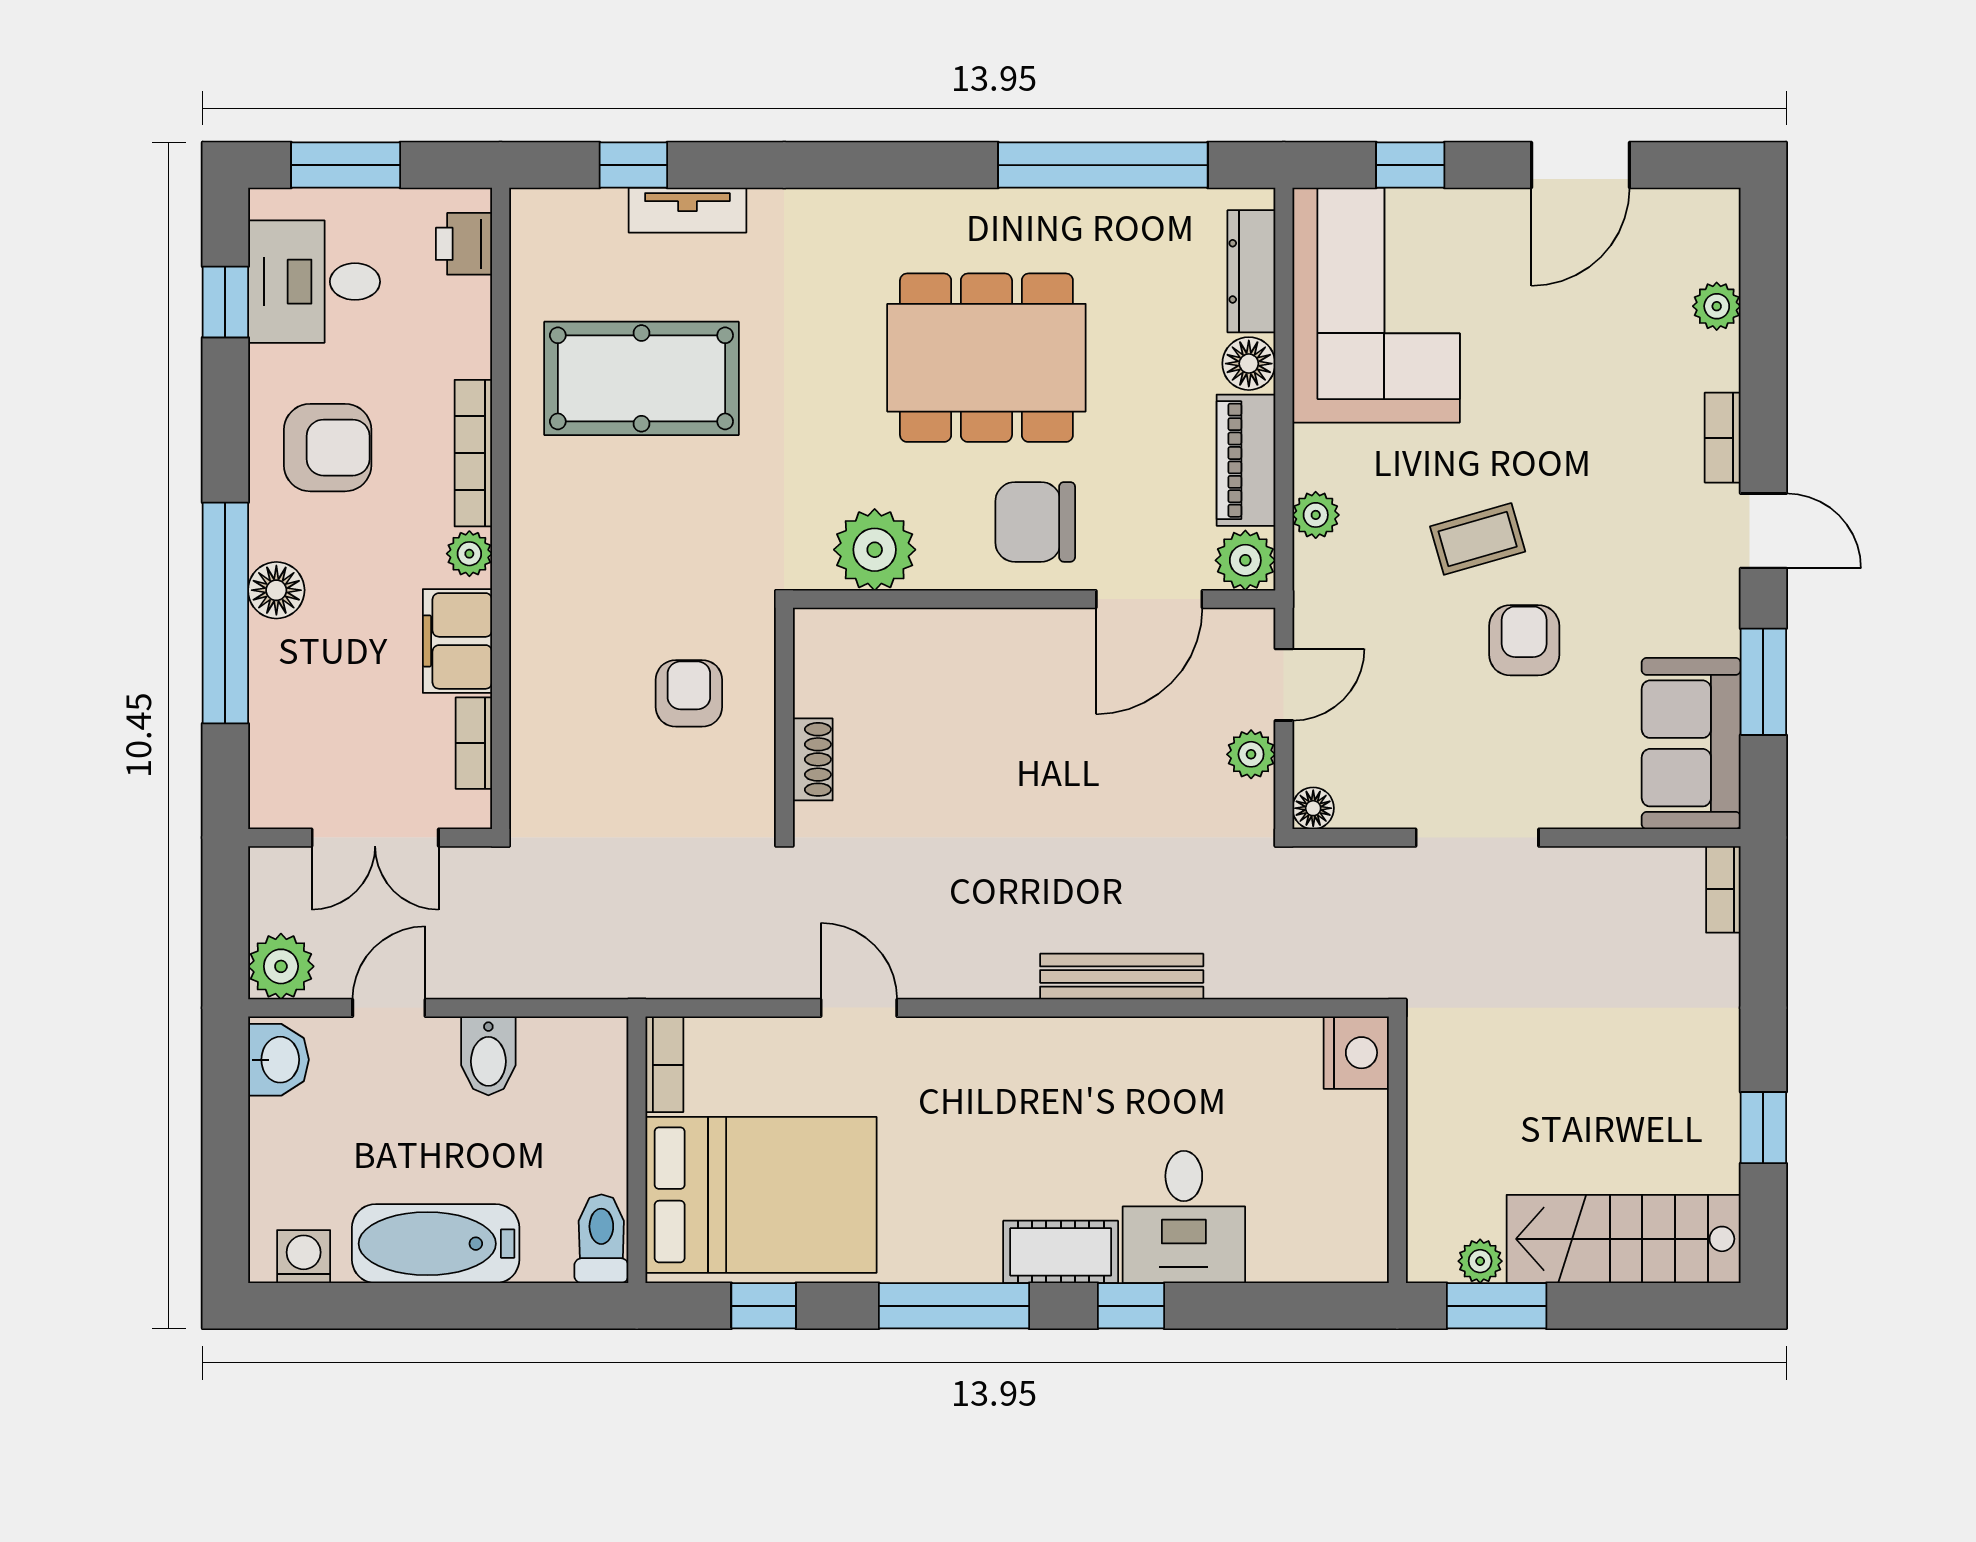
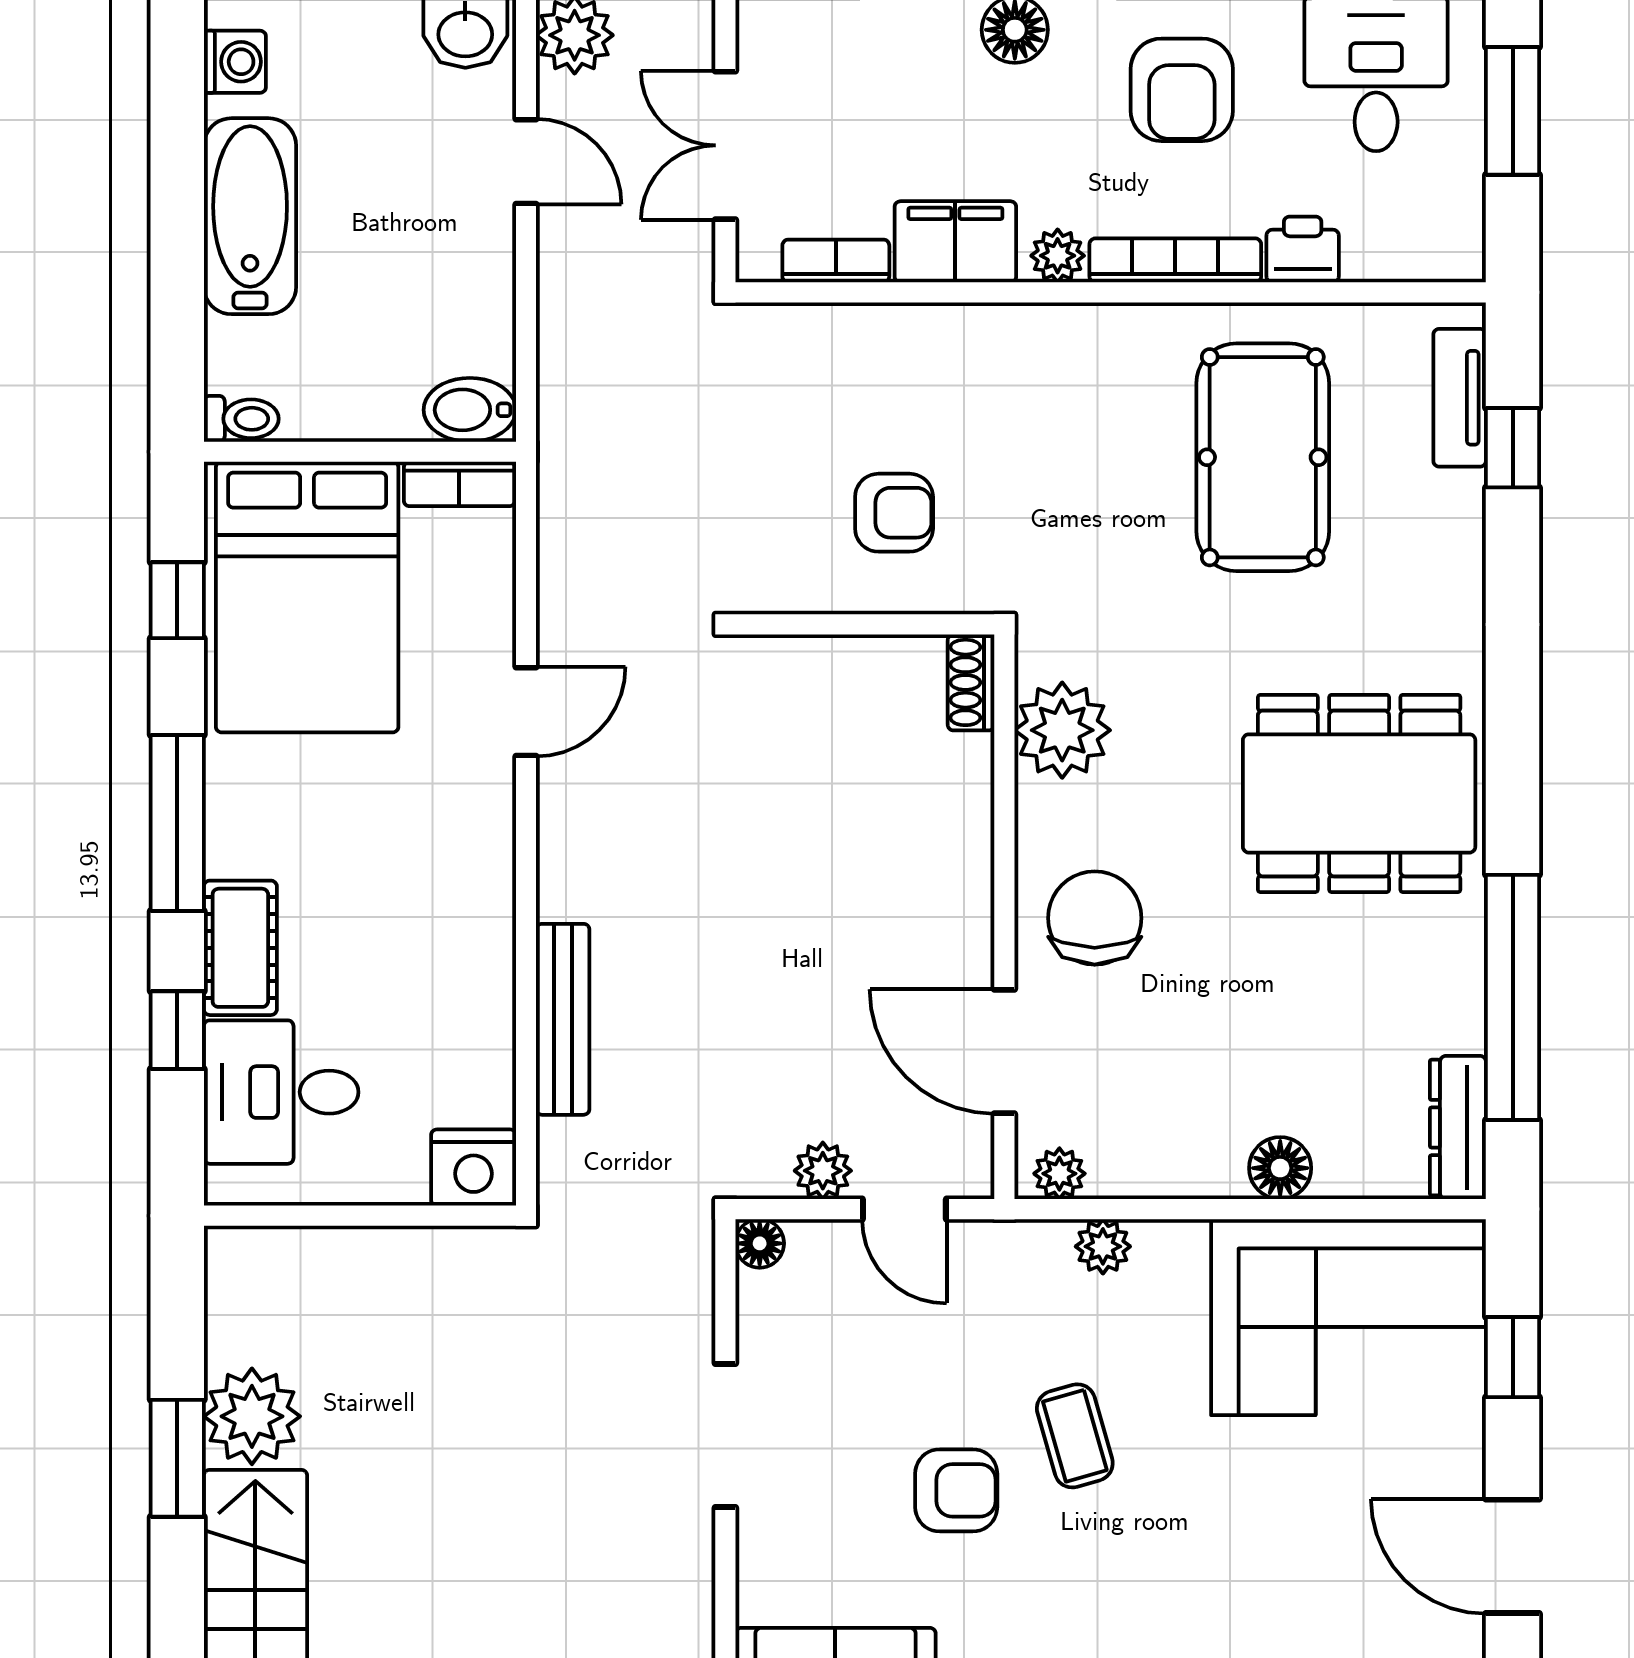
tv unit: (687, 210) -> (1460, 398), moved
printer: (464, 244) -> (1303, 249), moved
dresser: (1251, 271) -> (1458, 1128), moved, turned -90
dining table: (986, 358) -> (1359, 793), moved, turned 90
piano: (1246, 460) -> (1167, 1165), removed
plant: (1245, 560) -> (1059, 1174), width x0.73, depth x0.73
shoe rack: (813, 759) -> (971, 682), moved, turned 90
nightstand: (1356, 1053) -> (474, 1168), moved
bidet: (488, 1056) -> (470, 410), moved
wall: (1397, 1150) -> (360, 1216), moved
toilet: (601, 1239) -> (241, 419), width x0.73, depth x0.72
plant: (1480, 1261) -> (252, 1416), width x1.88, depth x1.88

